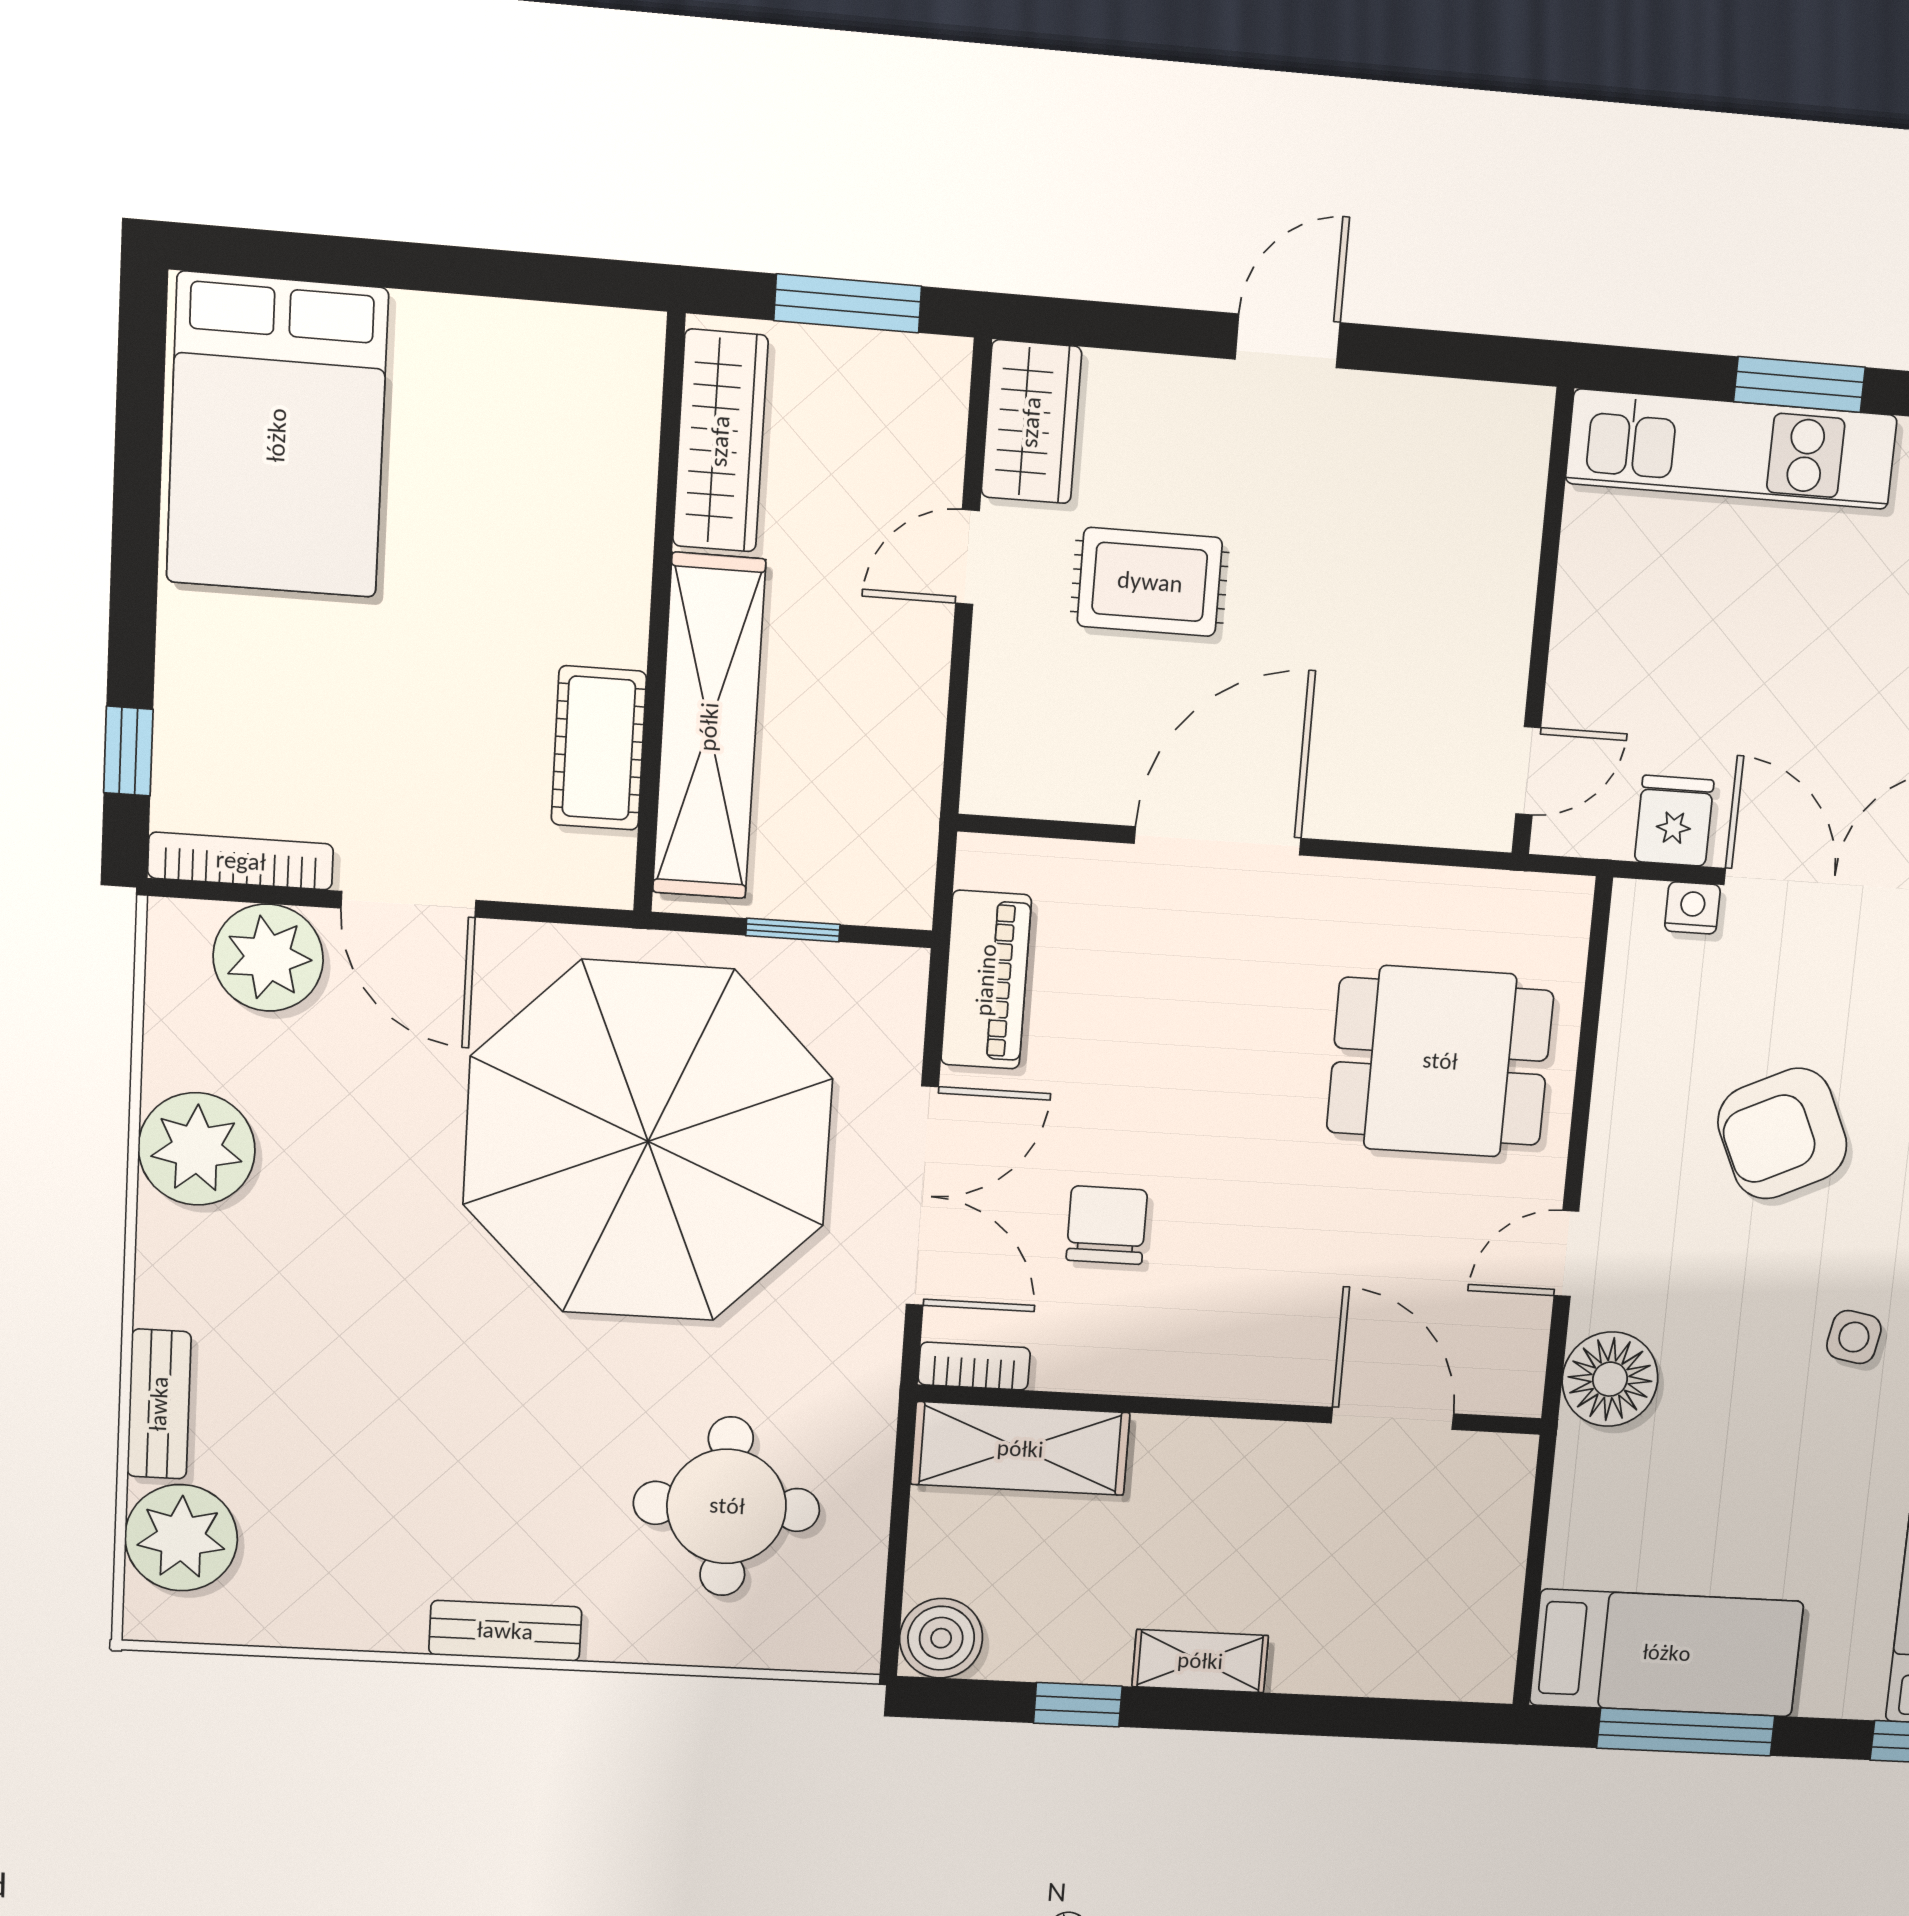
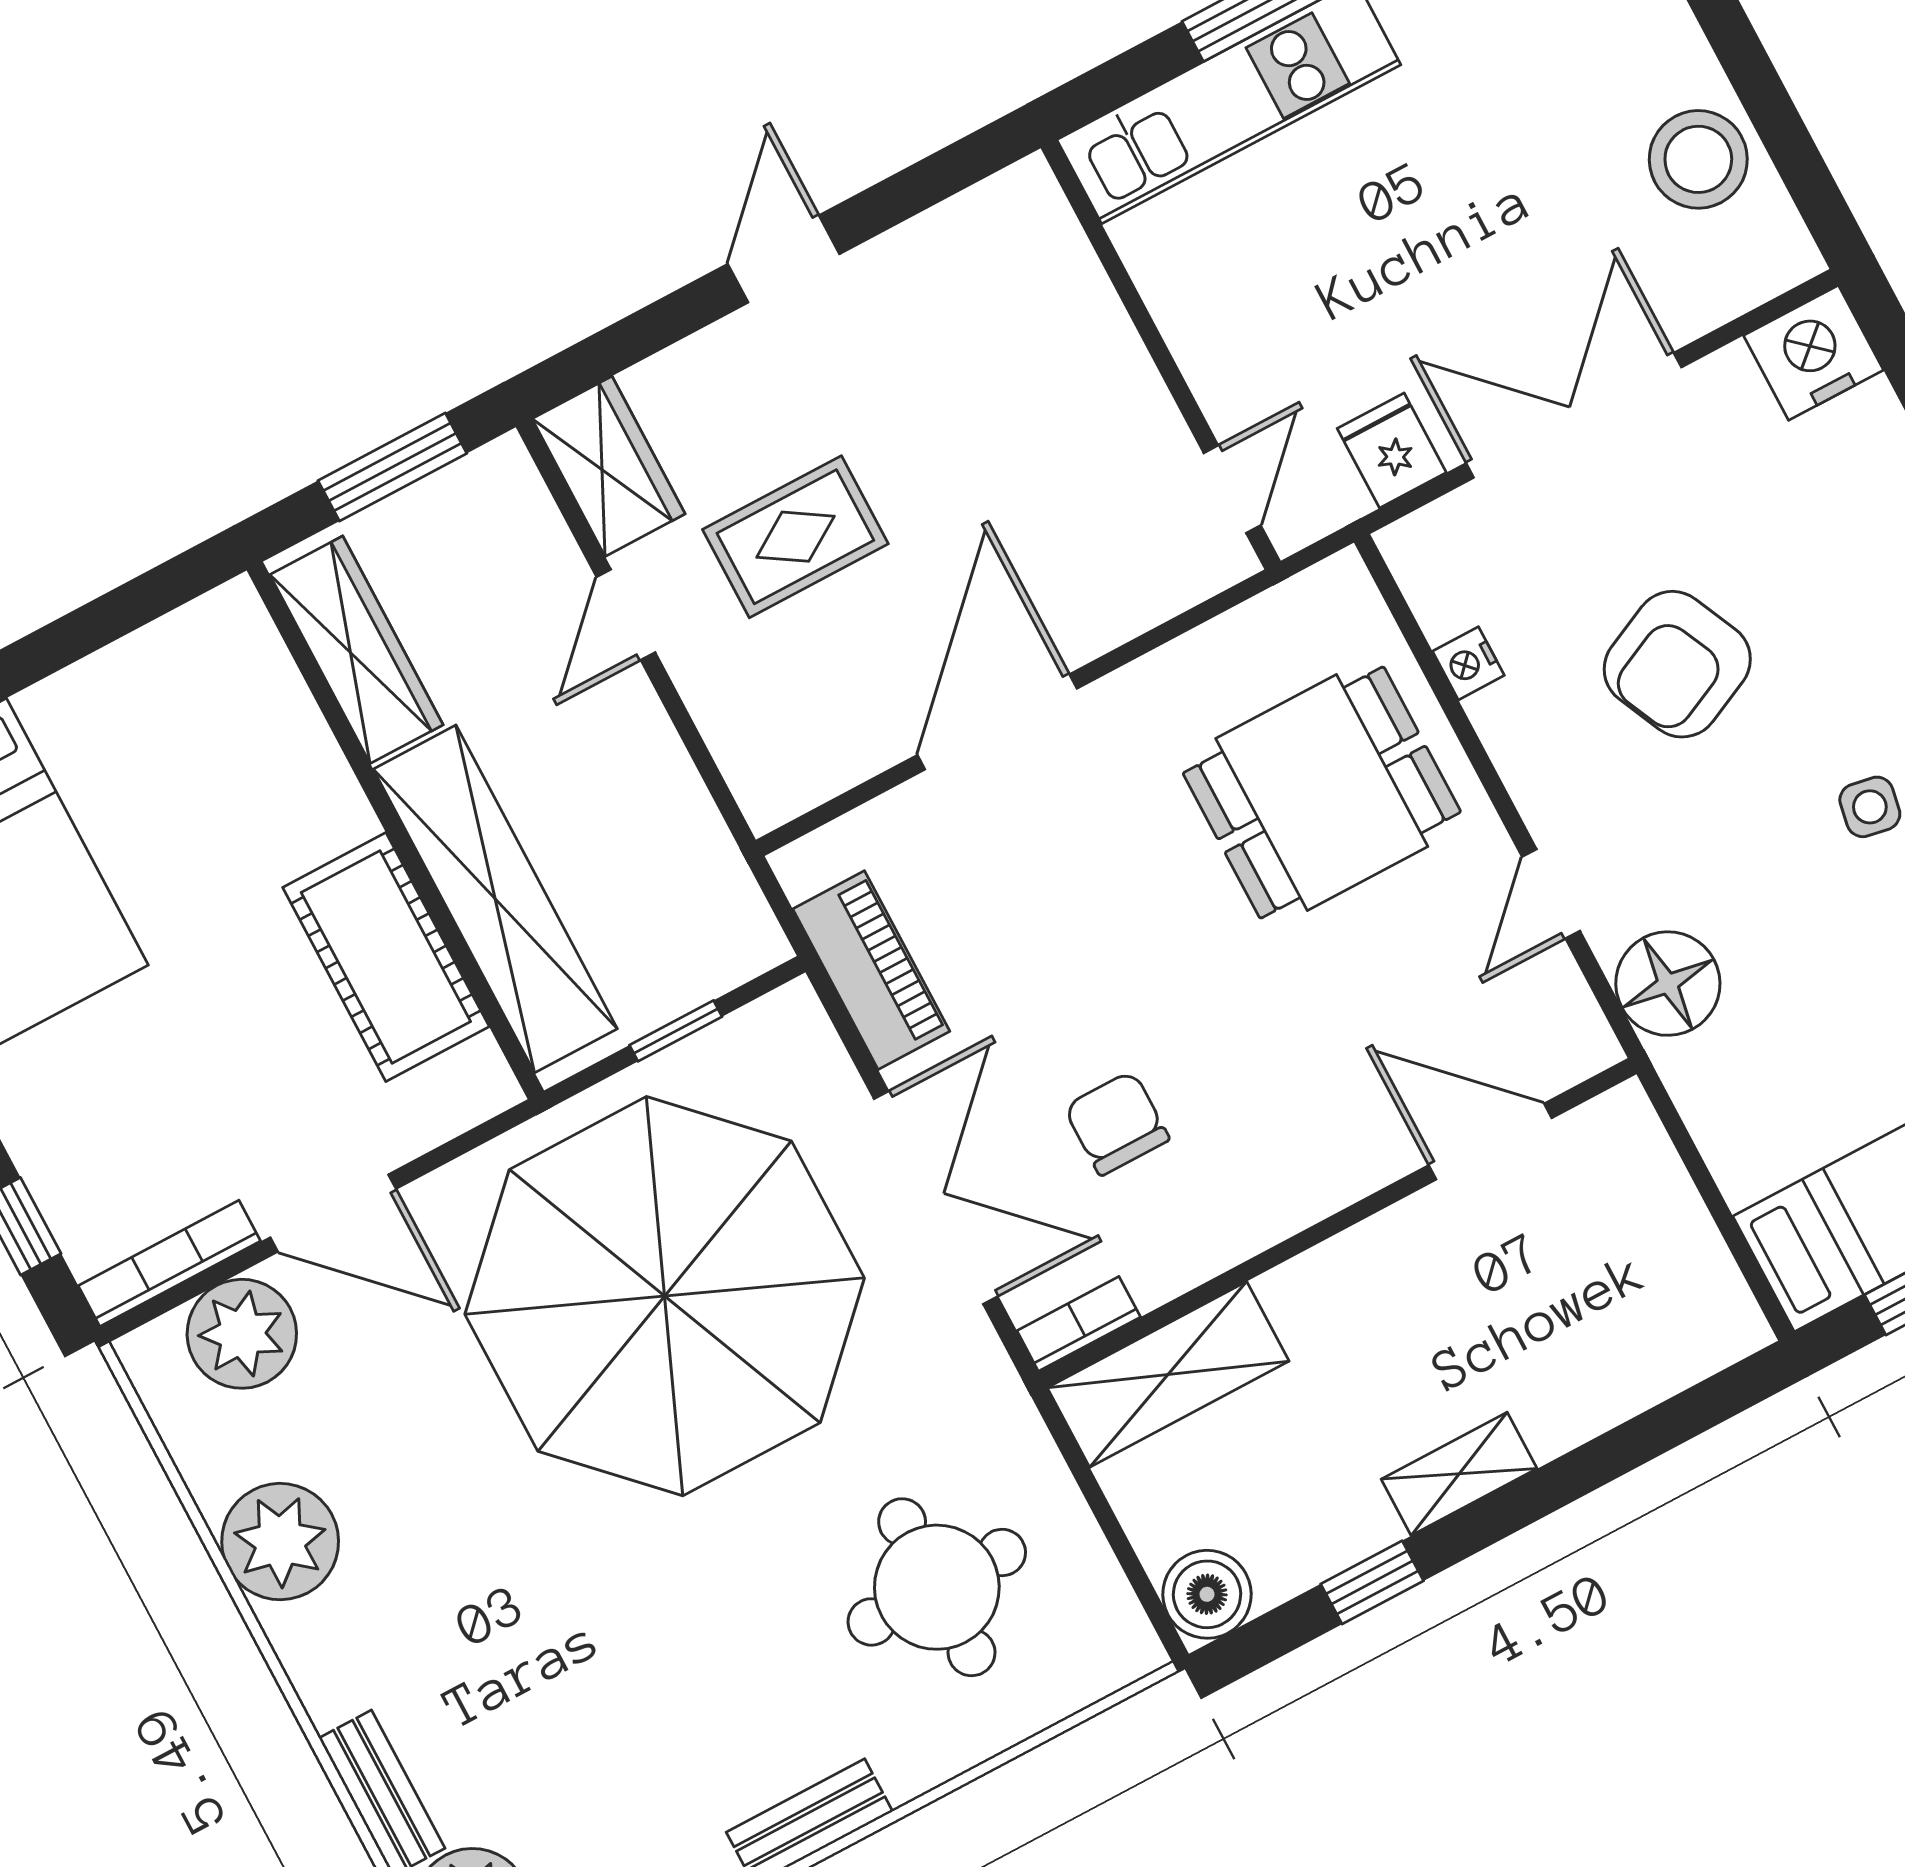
cot: (599, 748) -> (386, 957), width x1.37, depth x1.34
nightstand: (1692, 908) -> (1468, 663), moved, turned -90

